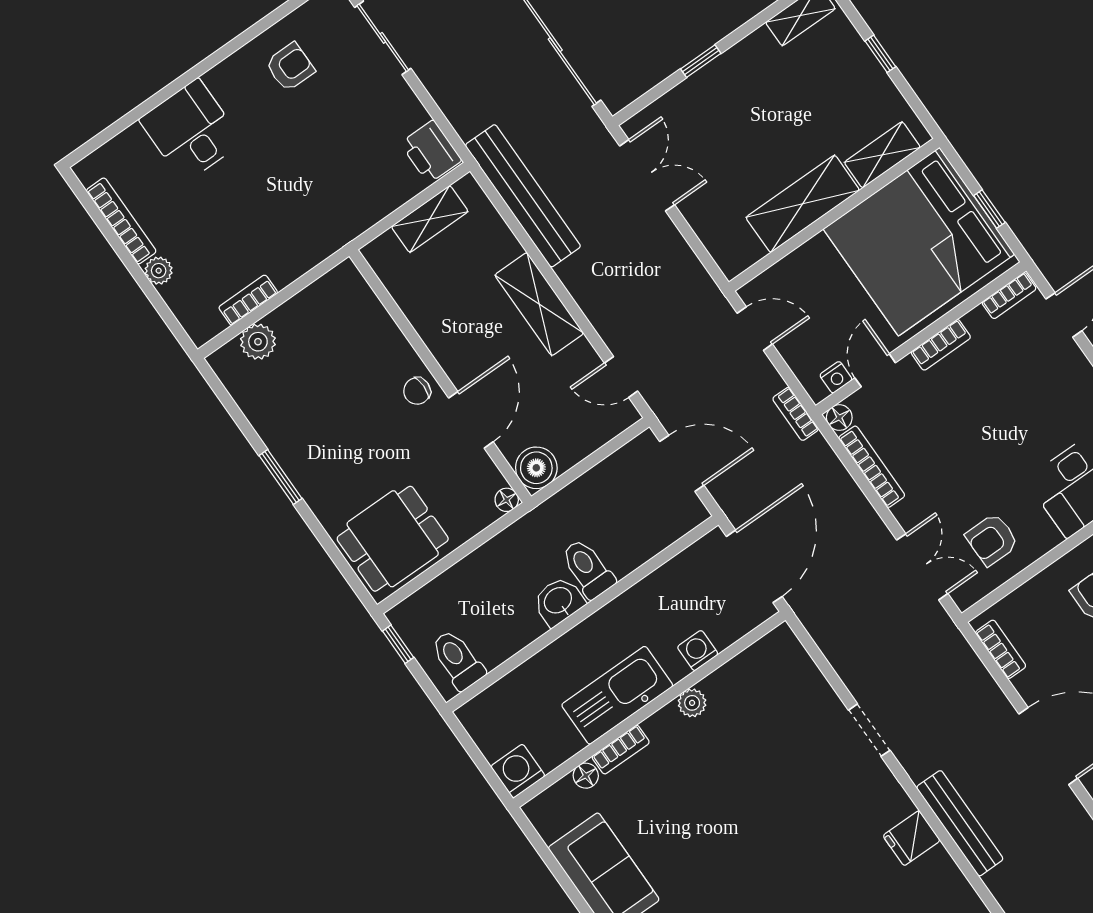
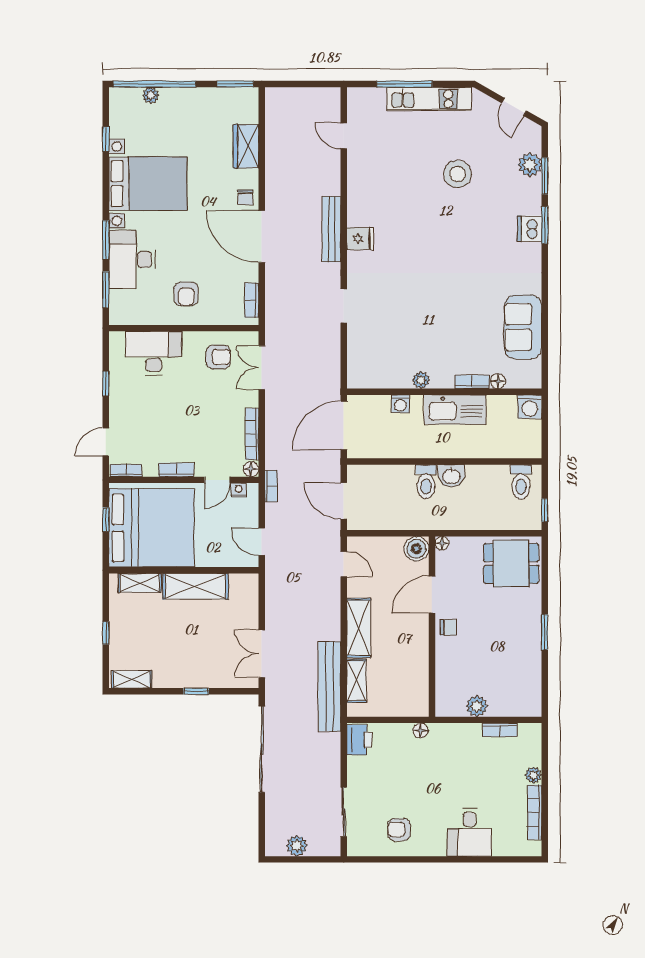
shelving: (430, 219) -> (357, 681), moved, turned 90
floor lamp: (356, 223) -> (420, 731), added
plant: (258, 342) -> (477, 706), moved

